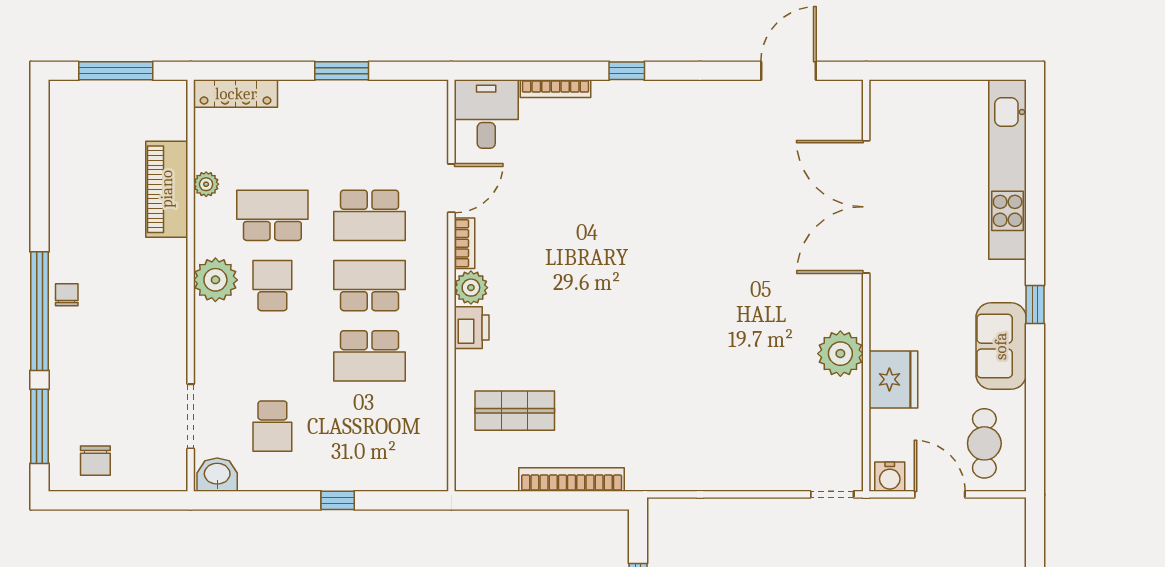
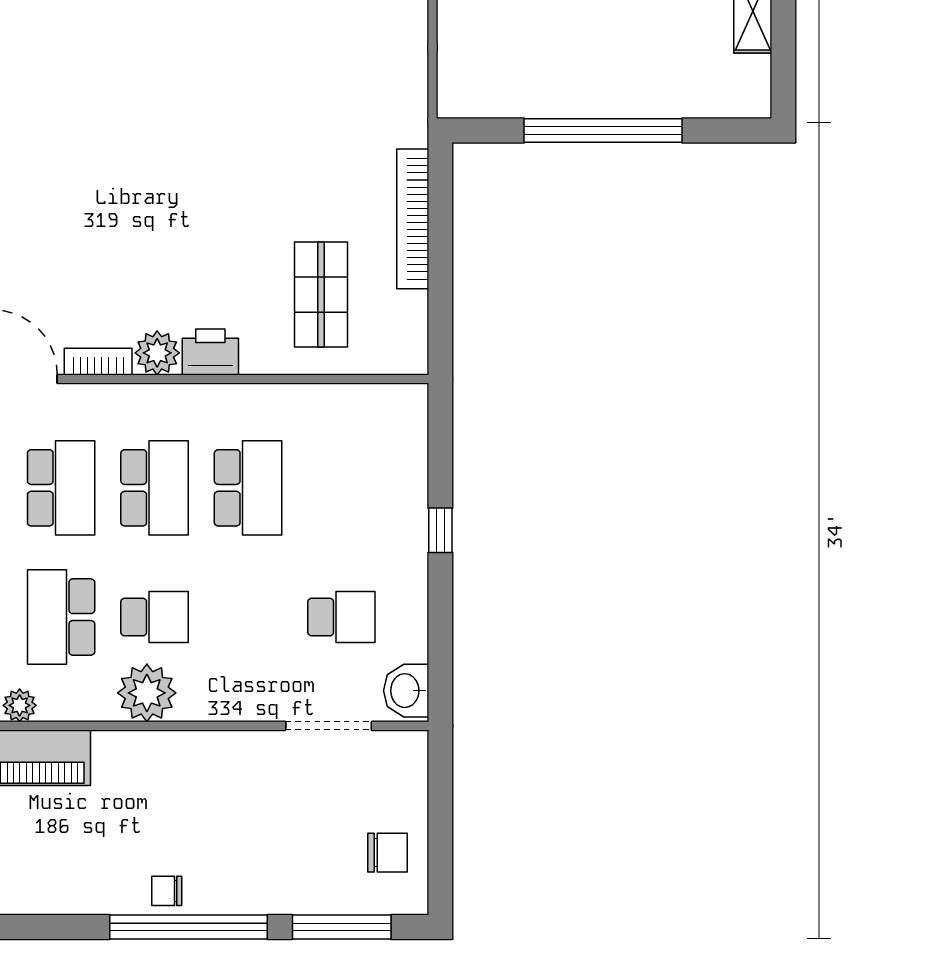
school desk: (272, 286) -> (155, 617), turned 180
school desk: (370, 286) -> (155, 488), turned 180

